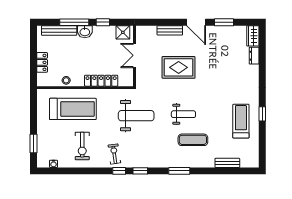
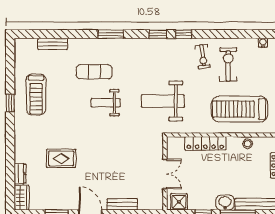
rug: (179, 67) -> (61, 158), moved, width x0.73, depth x0.70
exercise bike: (114, 154) -> (203, 56), moved

